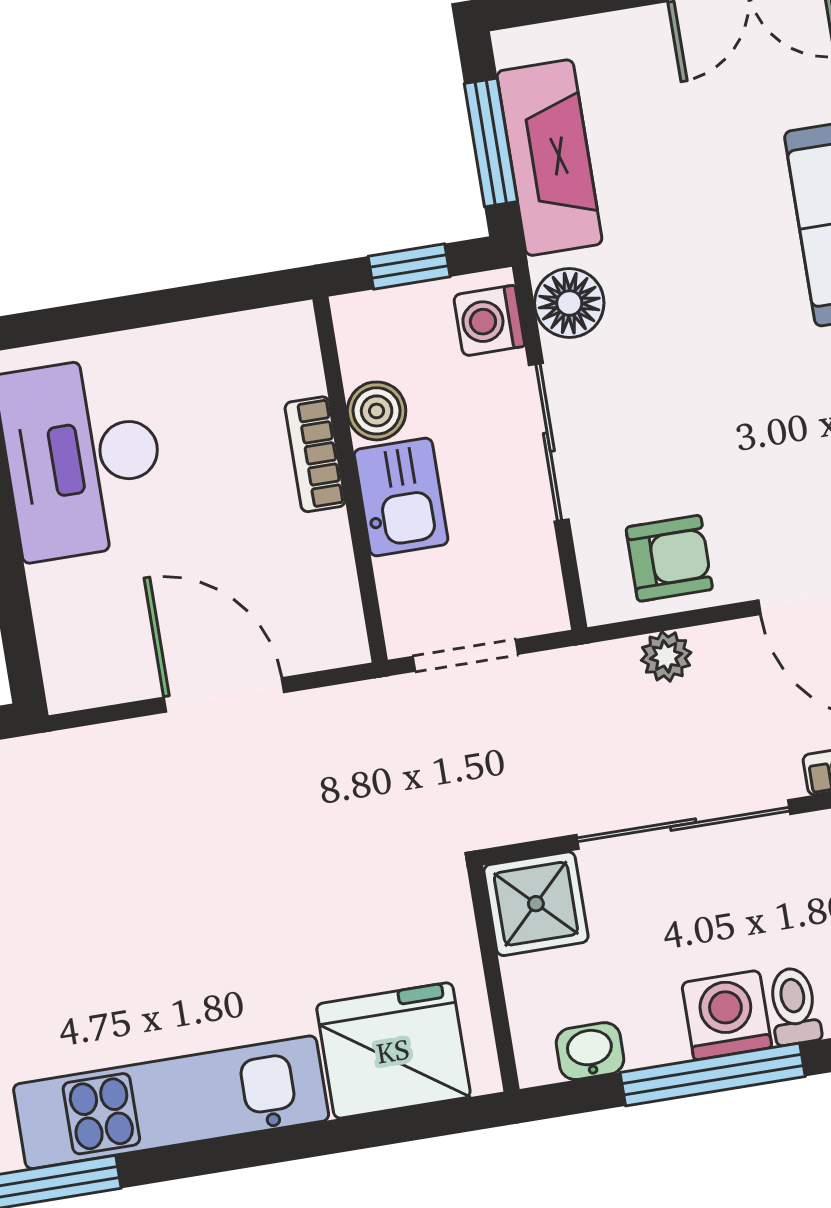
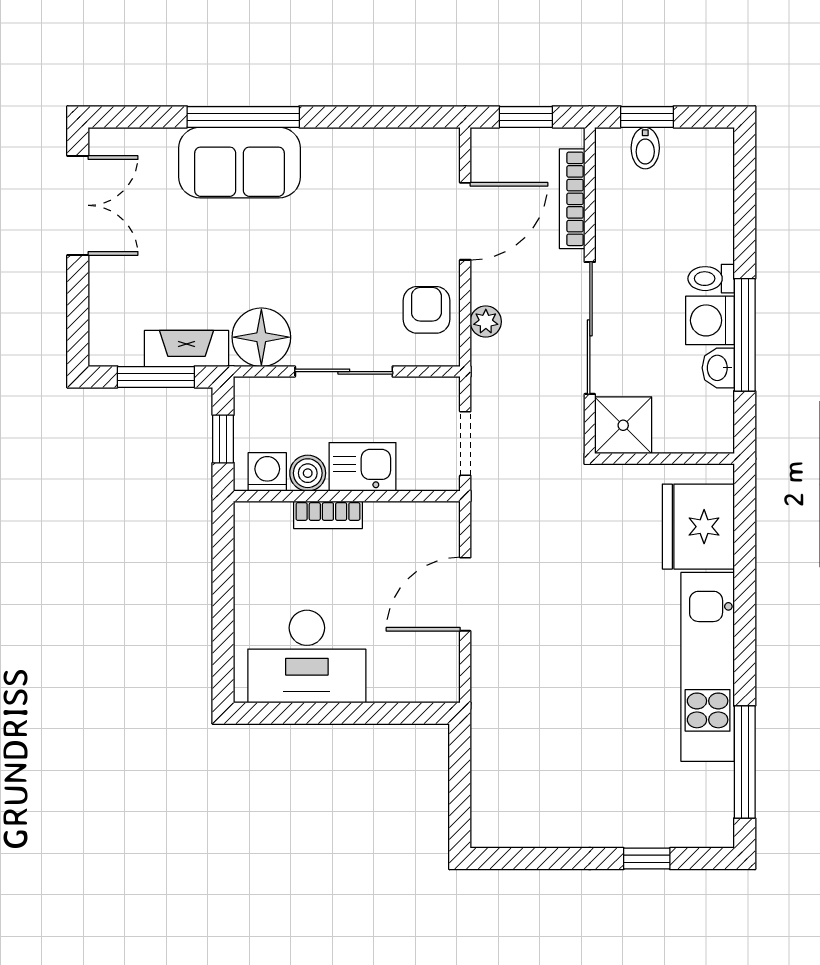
fireplace: (550, 158) -> (186, 348), width x0.73, depth x0.76
floor lamp: (569, 303) -> (261, 337), width x1.38, depth x1.38
washing machine: (489, 321) -> (267, 472), moved, turned 180
washbasin: (590, 1051) -> (718, 368), moved

